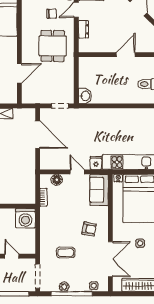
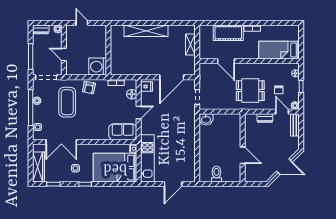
fridge: (96, 163) -> (147, 87), moved
armchair: (89, 229) -> (89, 88), moved
coffee table: (66, 252) -> (67, 102), width x1.86, depth x1.72
door: (12, 256) -> (64, 55), swing flipped

